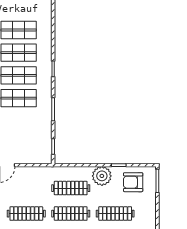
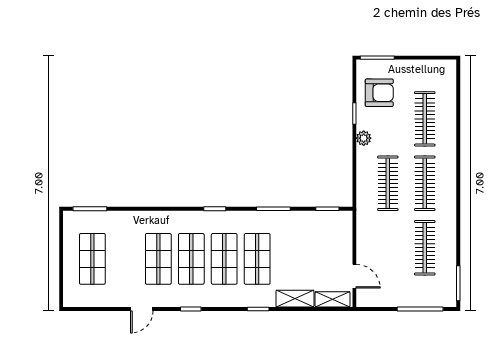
plant: (102, 176) -> (364, 138), width x0.53, depth x0.53
armchair: (133, 182) -> (379, 93), turned -90

